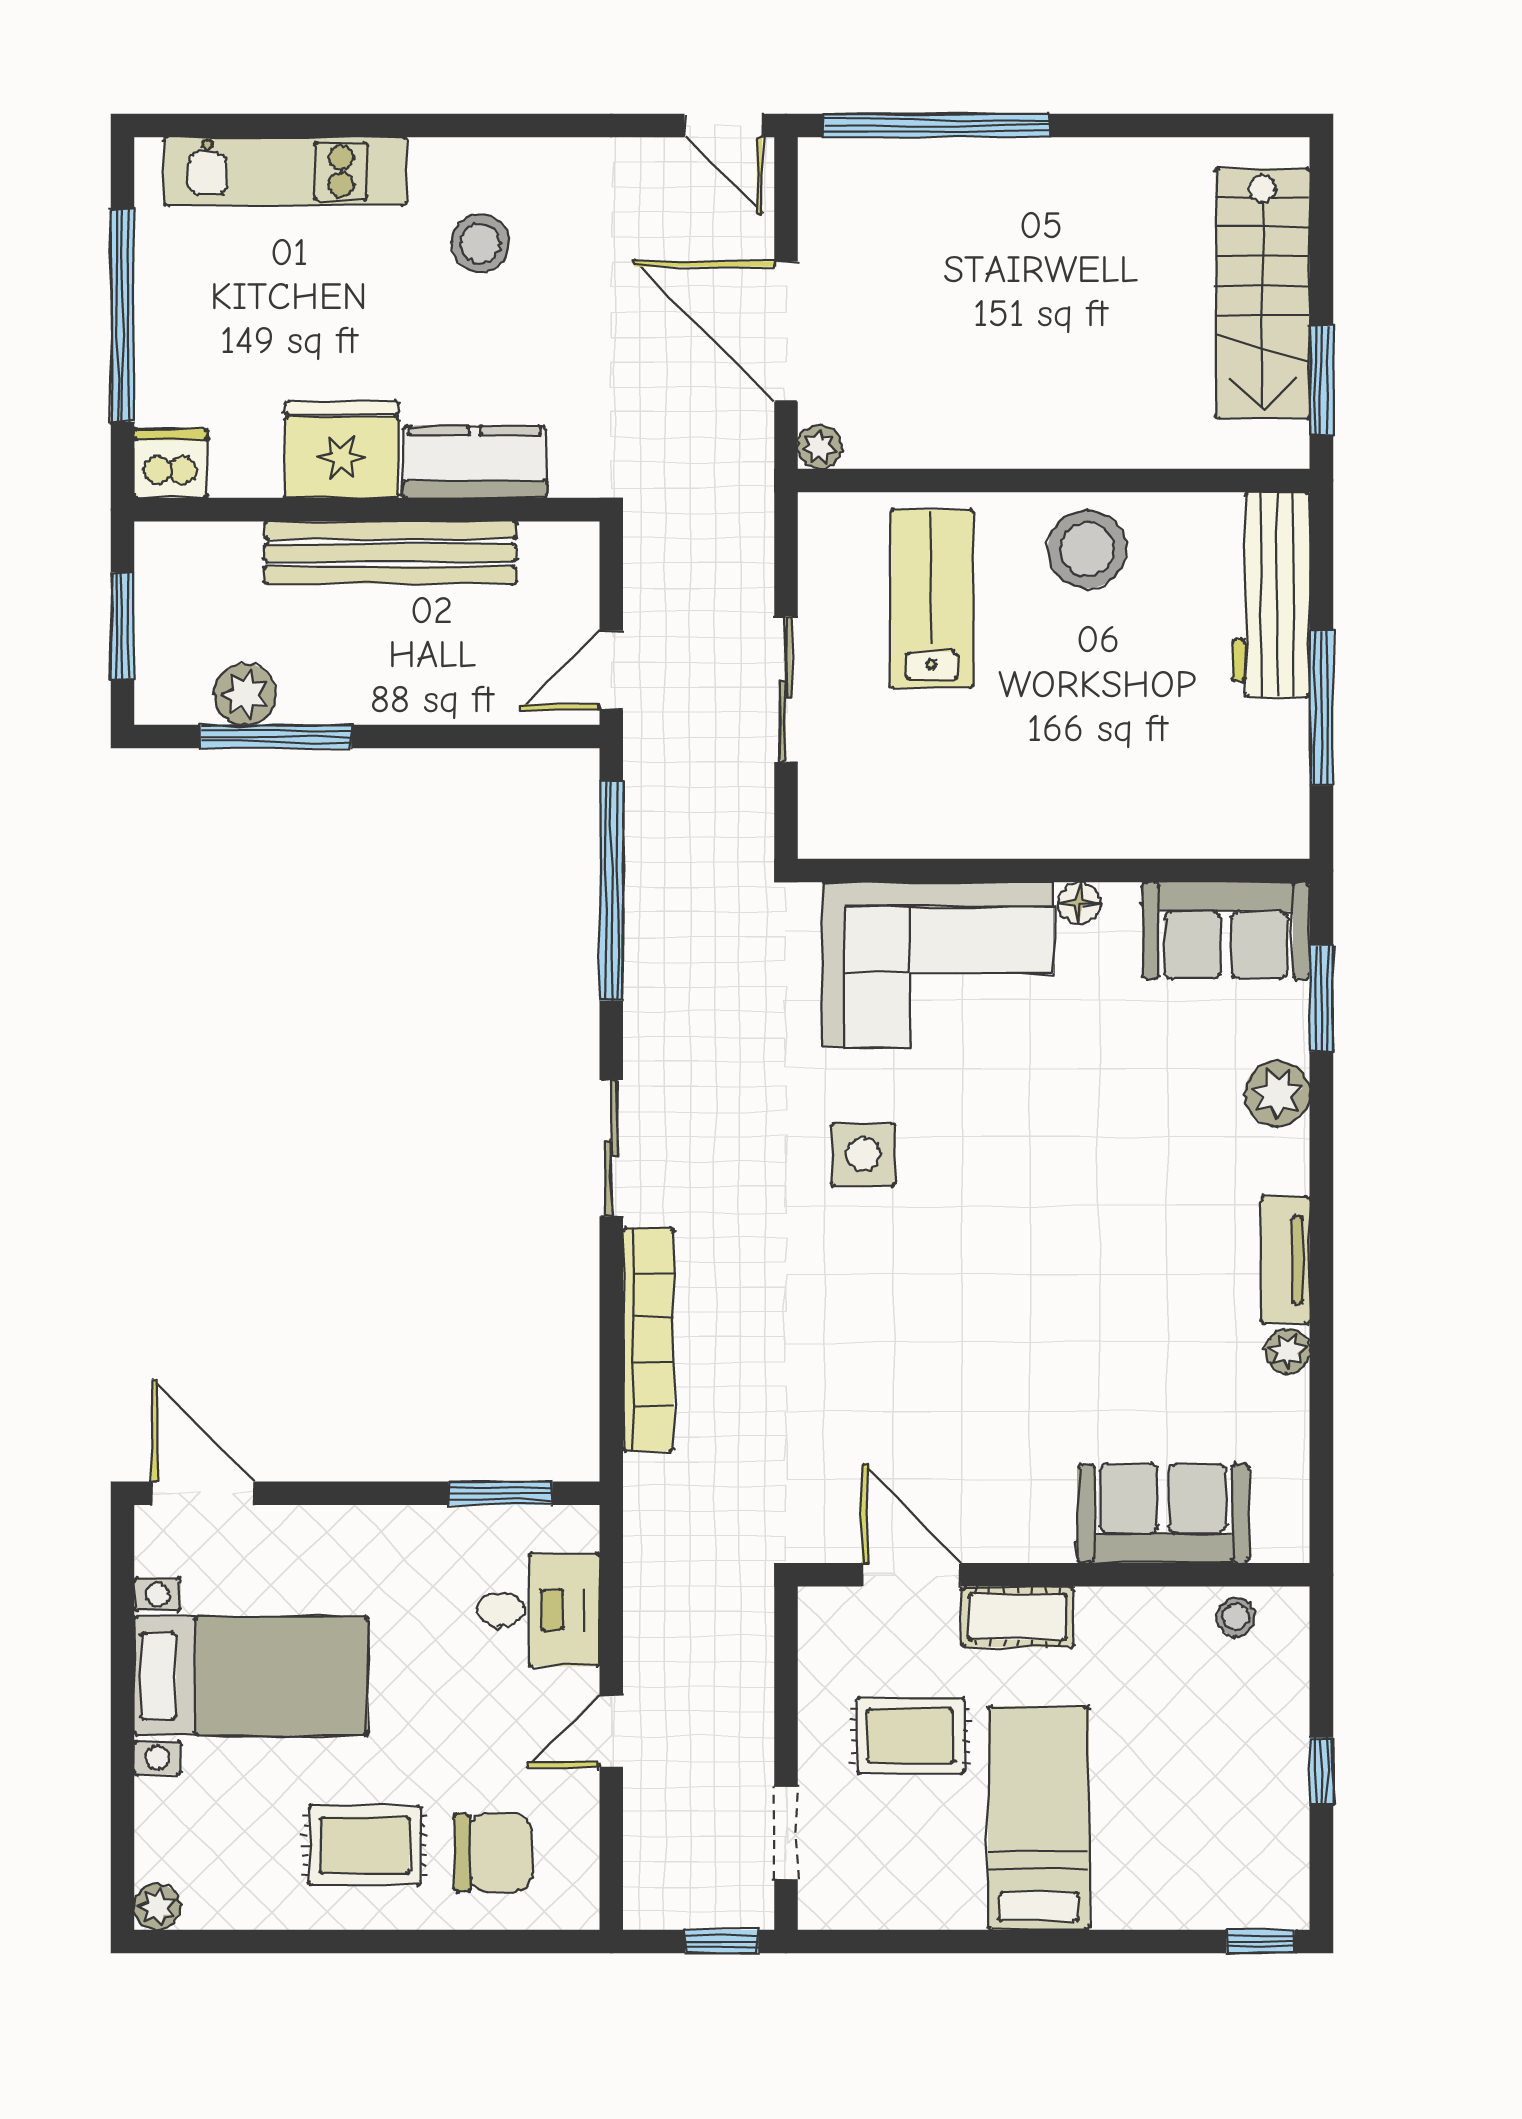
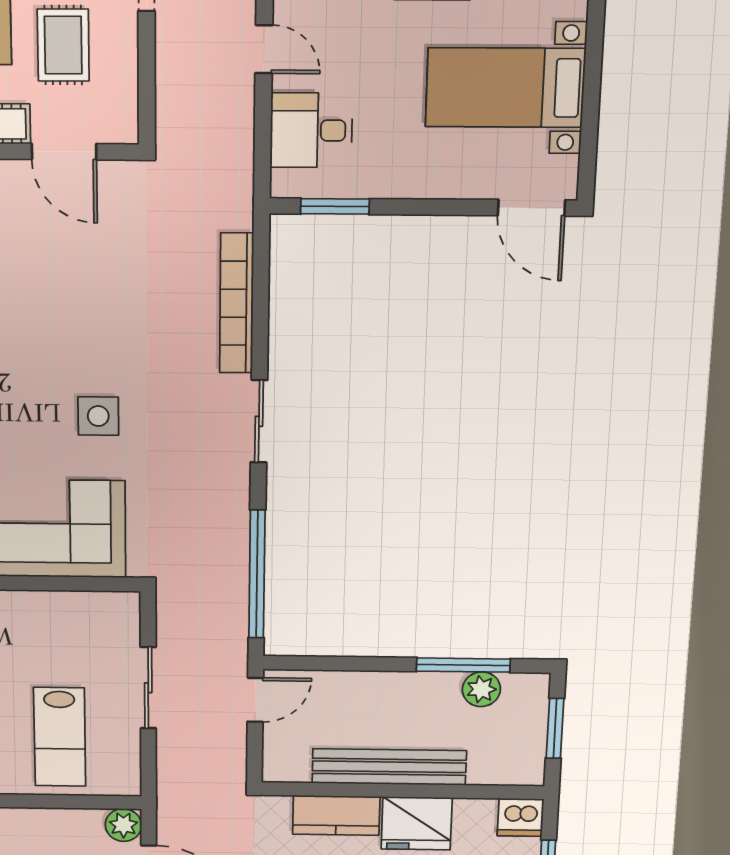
plant: (820, 447) -> (123, 825), width x1.38, depth x1.38
door: (611, 1731) -> (264, 49), hinge flipped
rug: (910, 1736) -> (63, 45), turned 90

